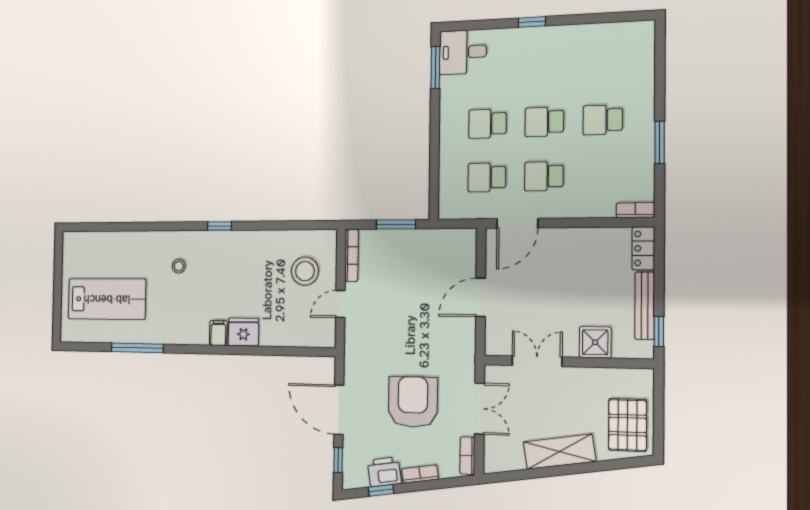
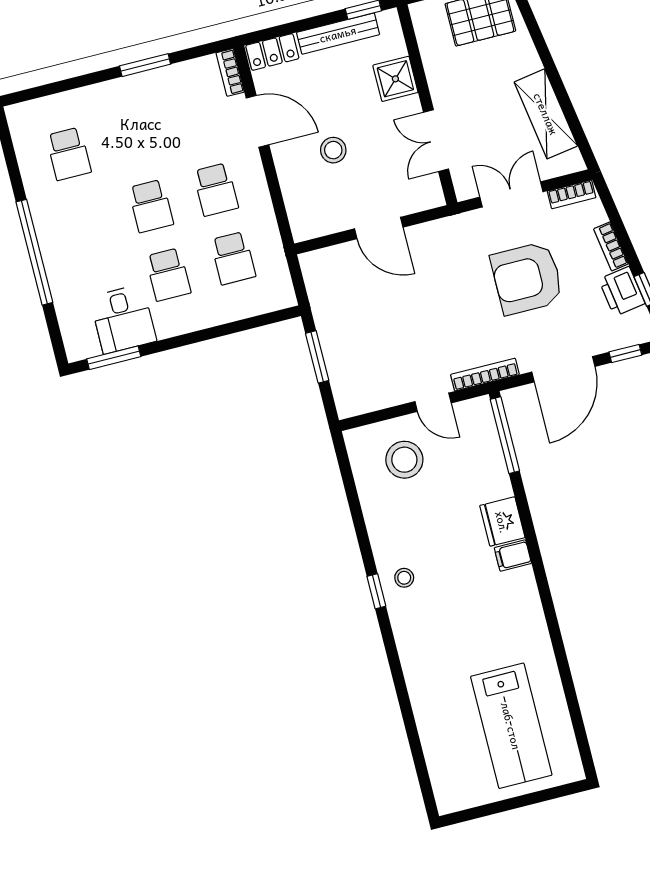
window: (532, 22) -> (34, 252), width x3.17
desk: (463, 52) -> (123, 319), moved
school desk: (603, 120) -> (69, 154), moved
door: (517, 223) -> (258, 121), moved
bookcase: (352, 255) -> (485, 375), moved
stool: (179, 266) -> (404, 578), moved
stool: (551, 277) -> (333, 150), added
lab bench: (107, 299) -> (511, 726), turned 180
window: (137, 348) -> (505, 435), moved
shelving: (559, 452) -> (546, 114), moved

